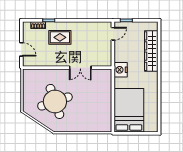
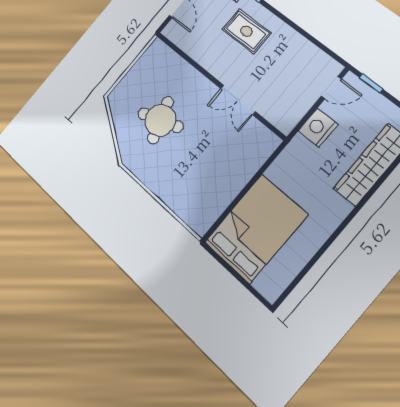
nightstand: (121, 70) -> (318, 128), moved
round table: (55, 101) -> (160, 120), width x0.73, depth x0.73

